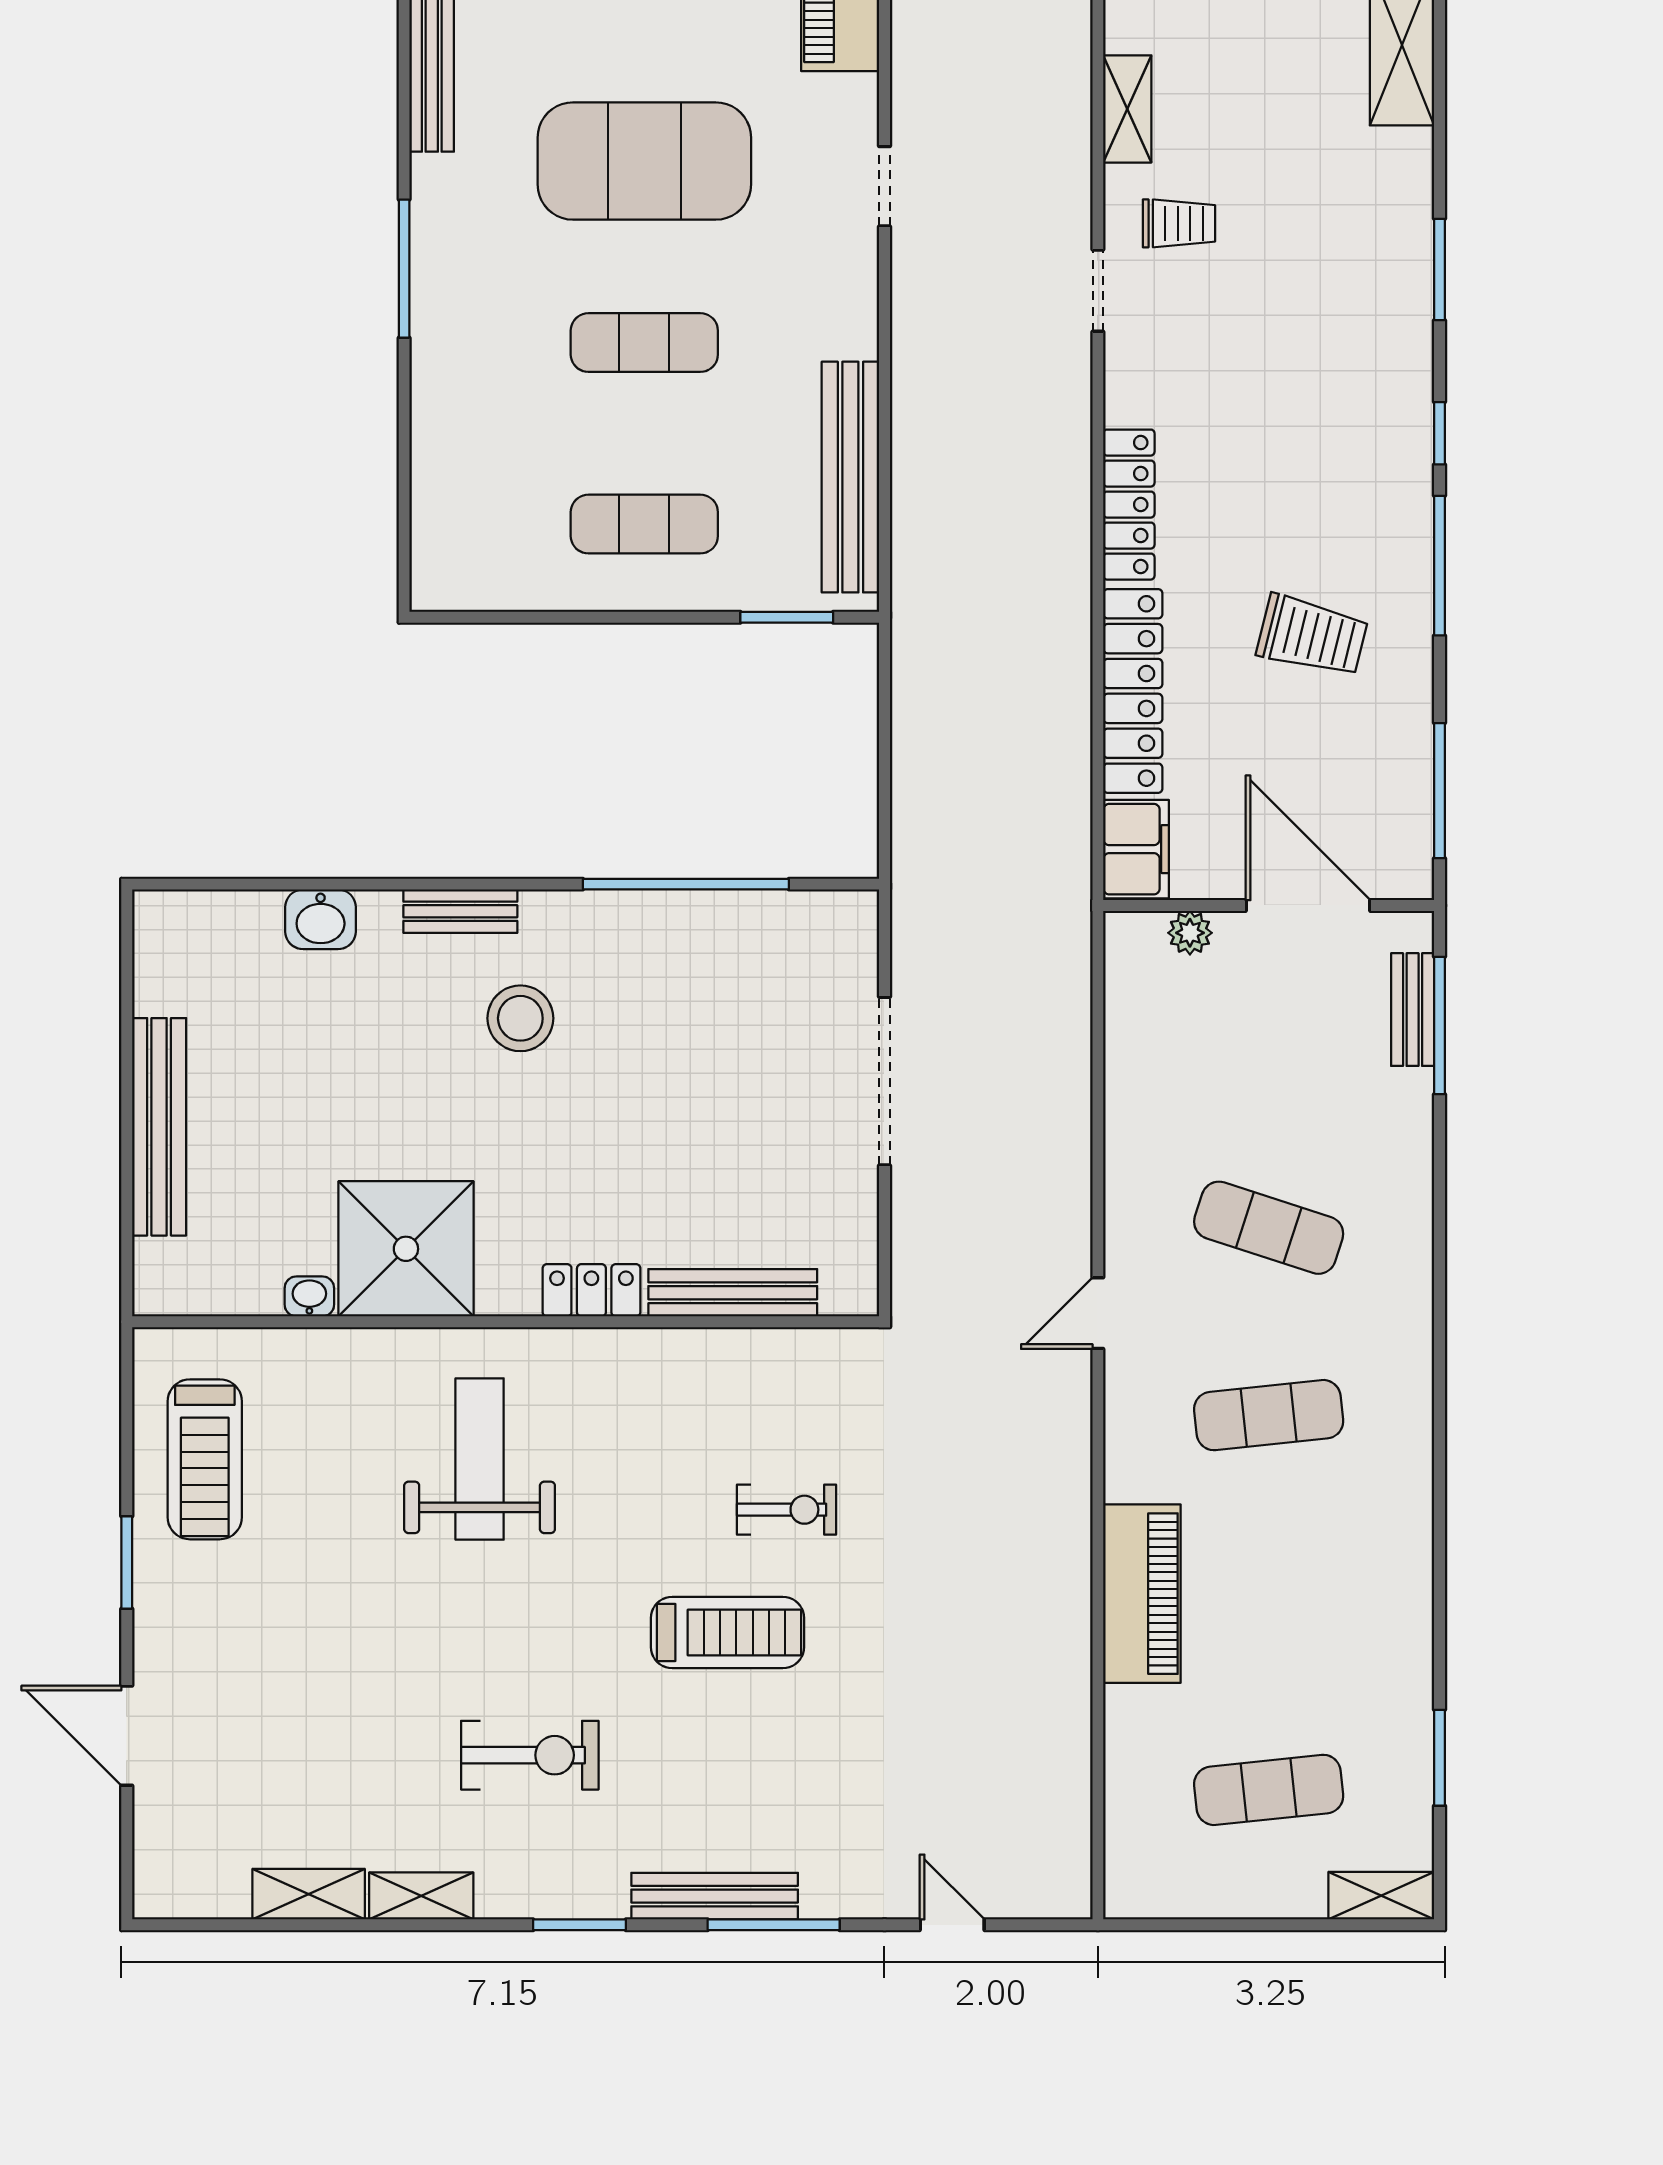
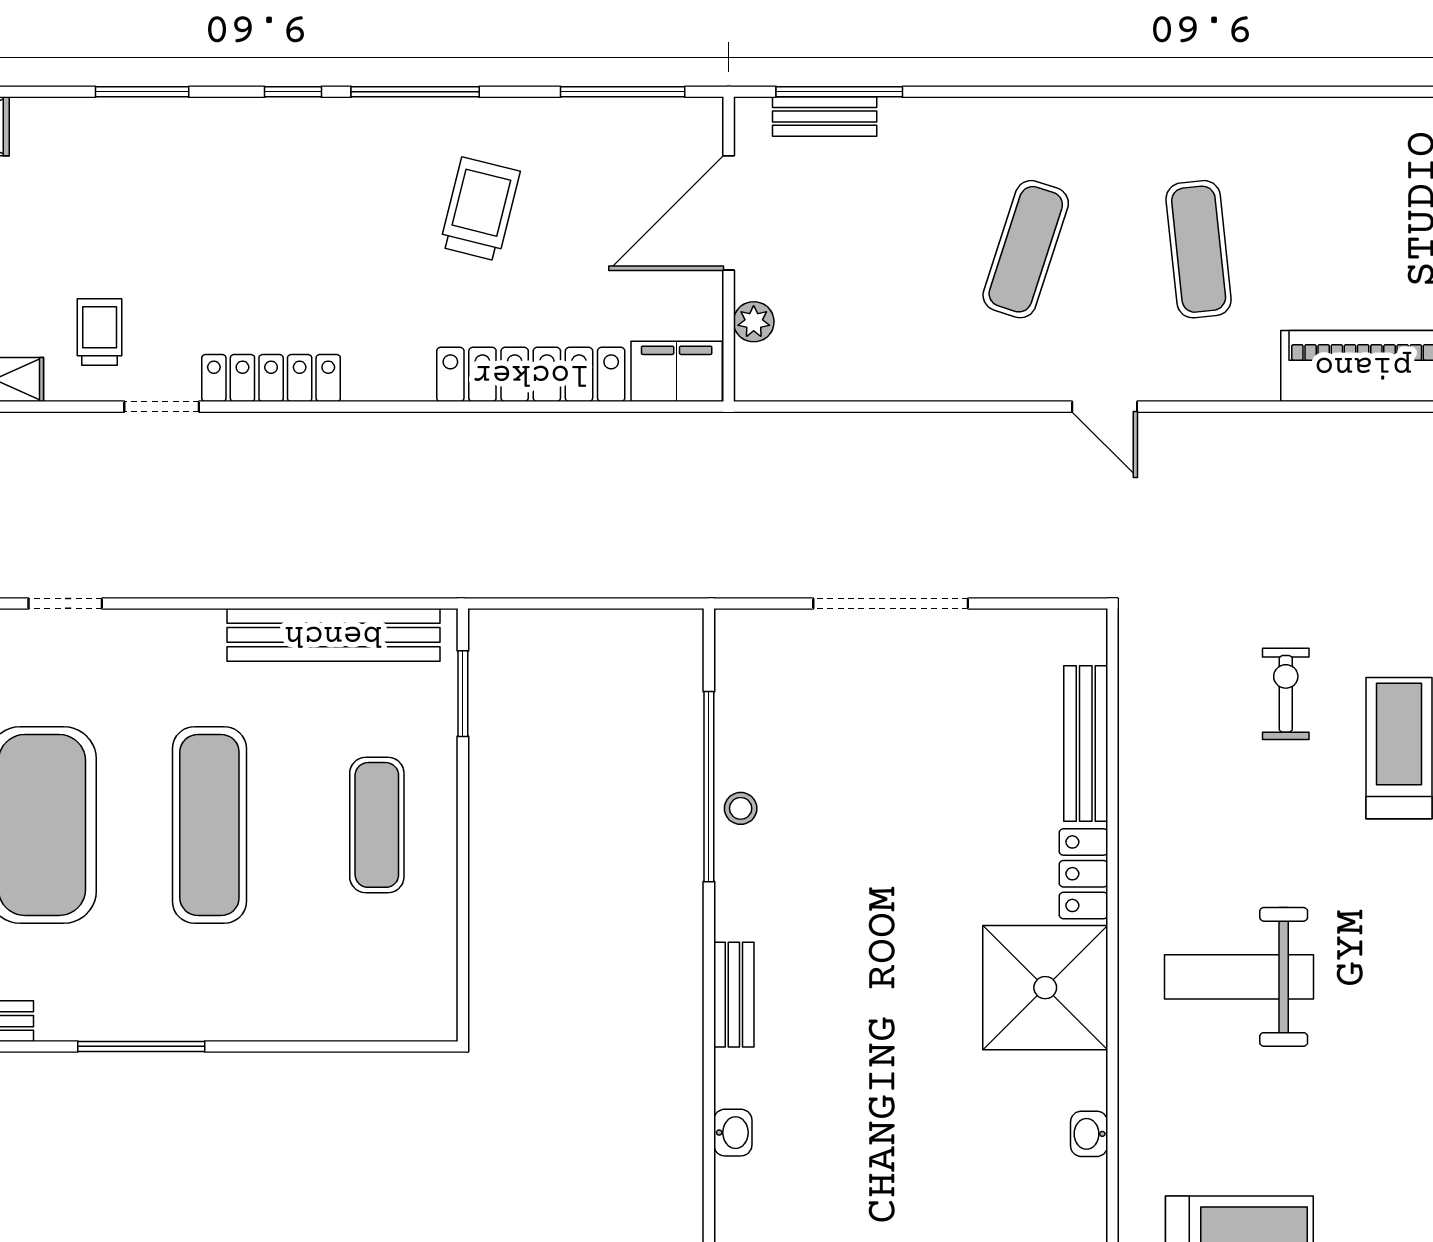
exercise mat: (644, 343) -> (209, 825), width x1.36, depth x1.45
locker: (1129, 505) -> (271, 378), moved
washbasin: (321, 919) -> (733, 1133), width x0.72, depth x0.69
stool: (520, 1018) -> (741, 808), moved, width x0.53, depth x0.53
shower: (406, 1249) -> (1045, 988), moved

